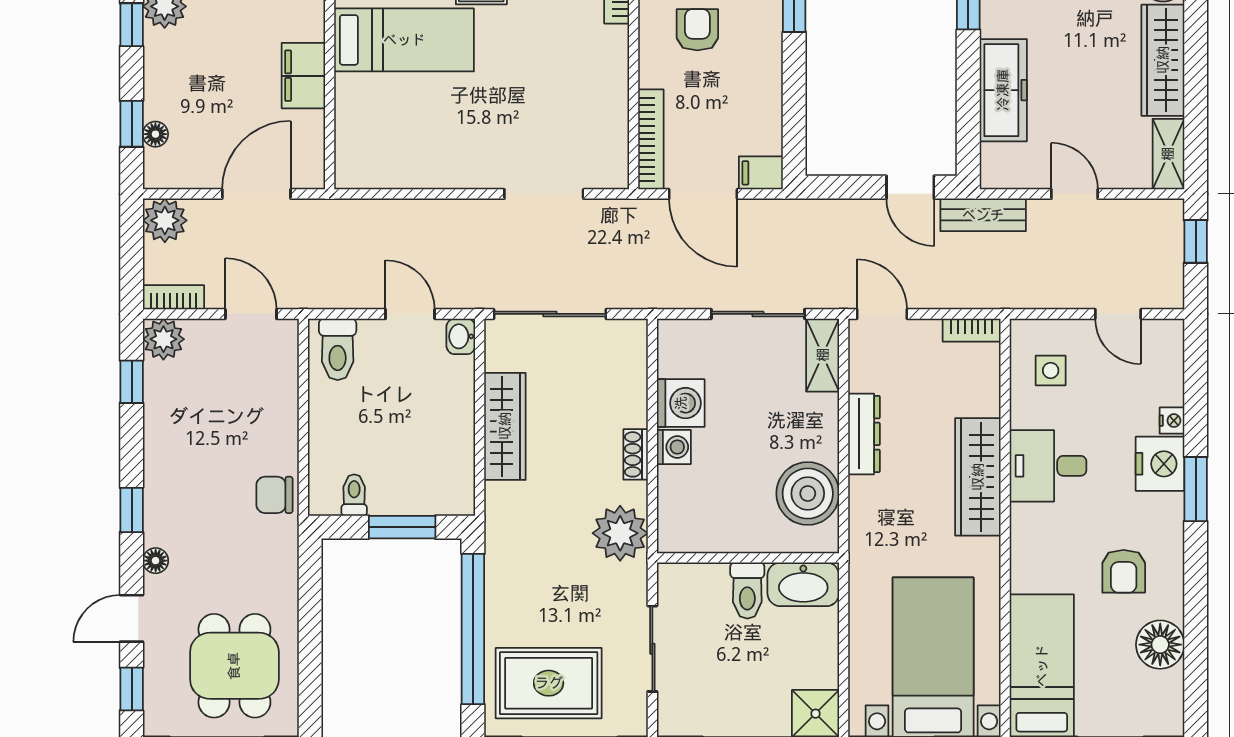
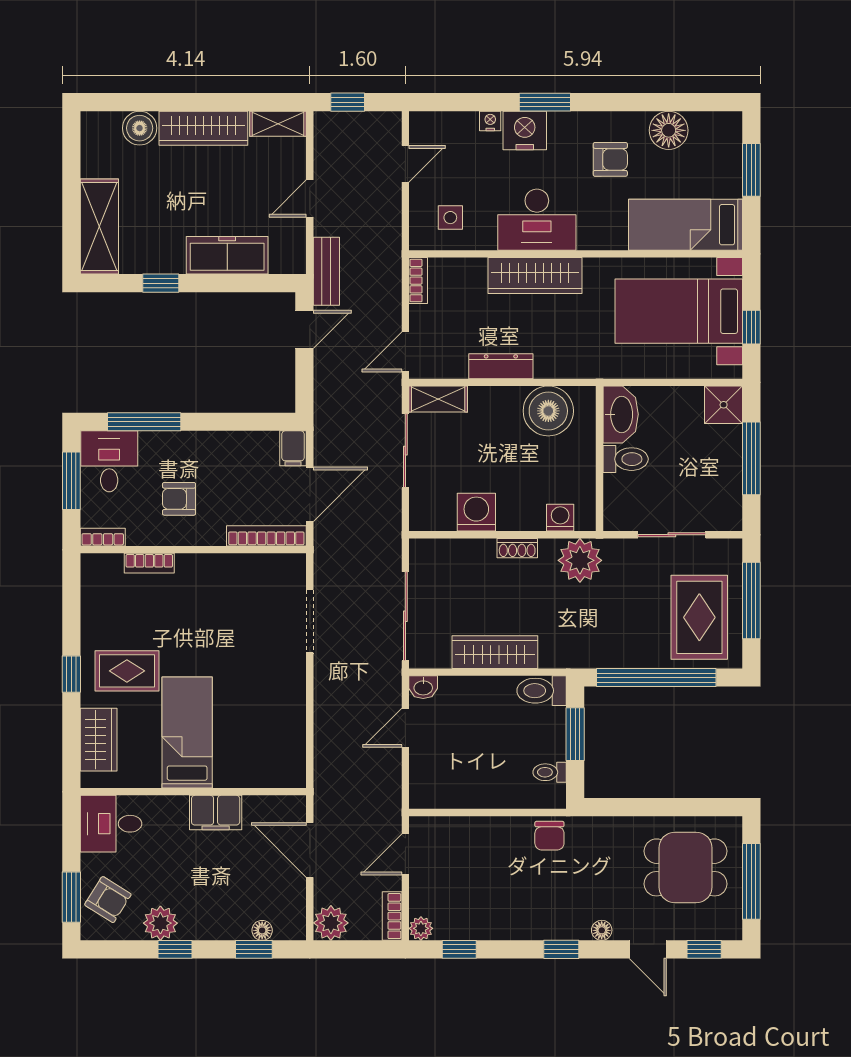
plant: (163, 339) -> (421, 928), width x0.73, depth x0.73
toilet: (338, 349) -> (542, 691), moved, turned 180
washing machine: (674, 447) -> (560, 518), moved
desk: (1048, 466) -> (537, 220), width x1.37

